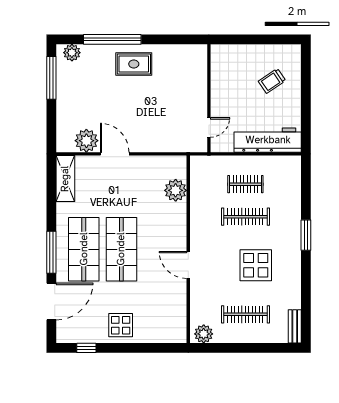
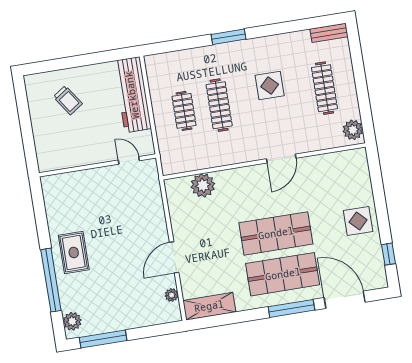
plant: (86, 141) -> (172, 295), width x0.53, depth x0.53
display table: (256, 265) -> (270, 86), width x0.73, depth x0.73

